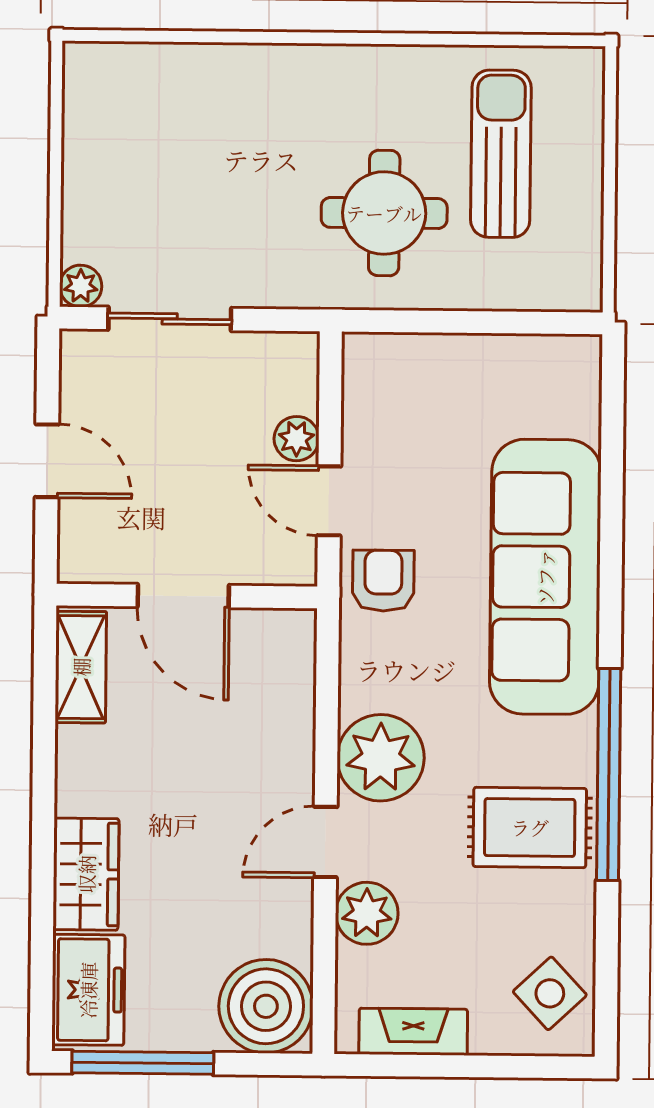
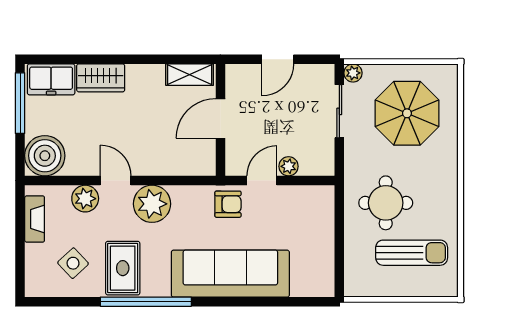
parasol: (176, 161) -> (407, 113), added
side table: (550, 993) -> (73, 263), moved

